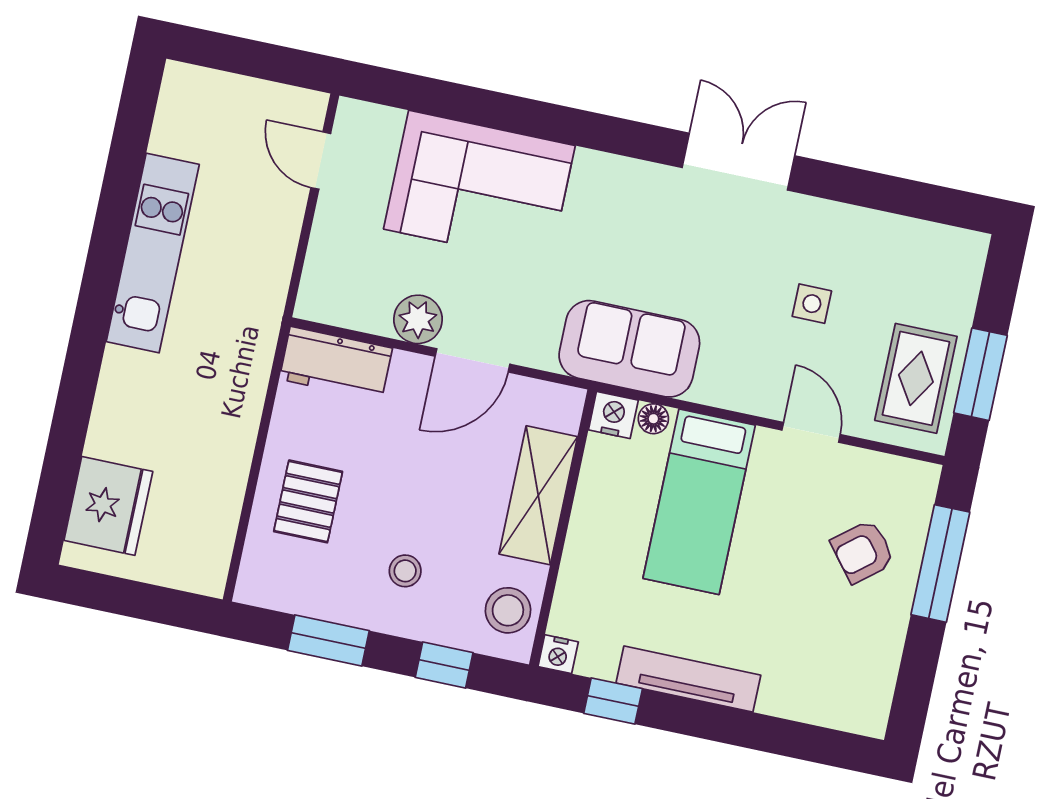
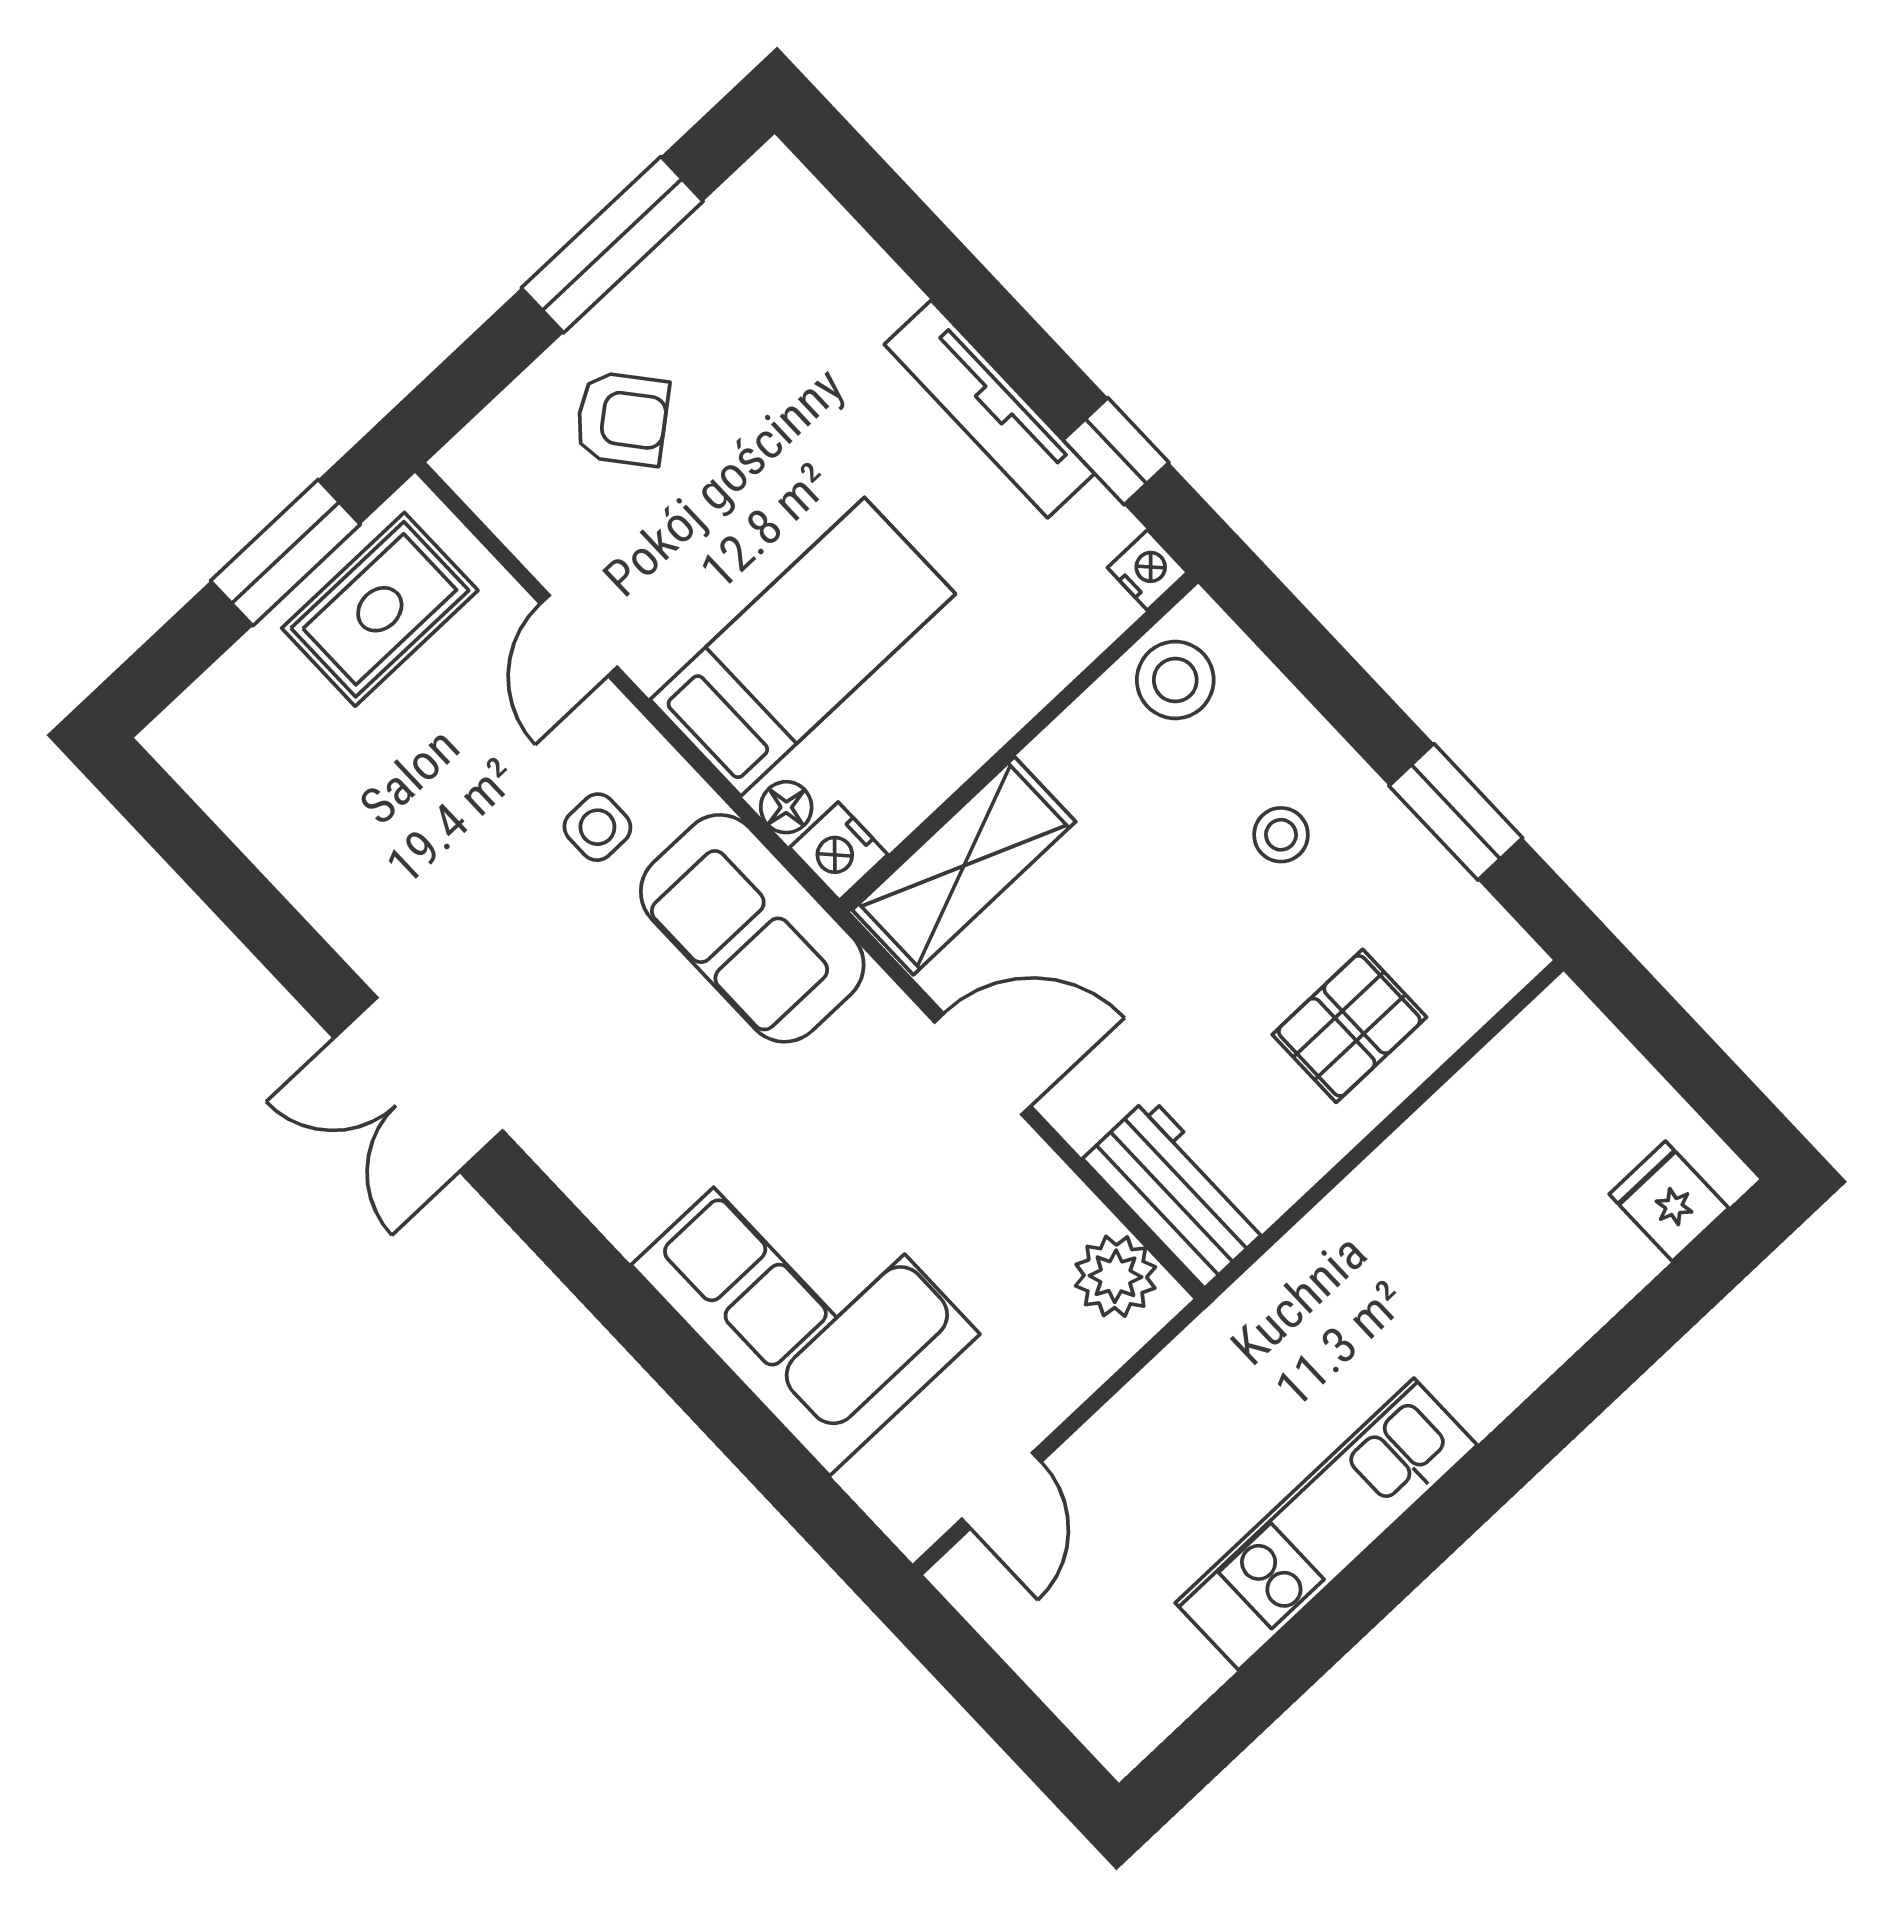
side table: (812, 304) -> (597, 827), moved
plant: (418, 319) -> (1115, 1276), moved
shelving: (538, 495) -> (964, 866), moved
fridge: (108, 506) -> (1669, 1201), width x0.53, depth x0.75
window: (940, 563) -> (612, 245), moved
window: (444, 665) -> (1318, 665), removed

